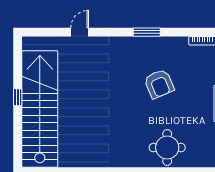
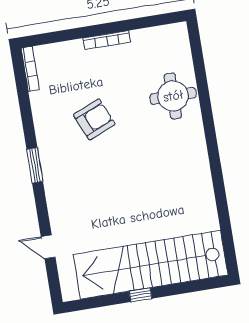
door: (80, 32) -> (48, 247), moved
window: (147, 32) -> (35, 165), moved

